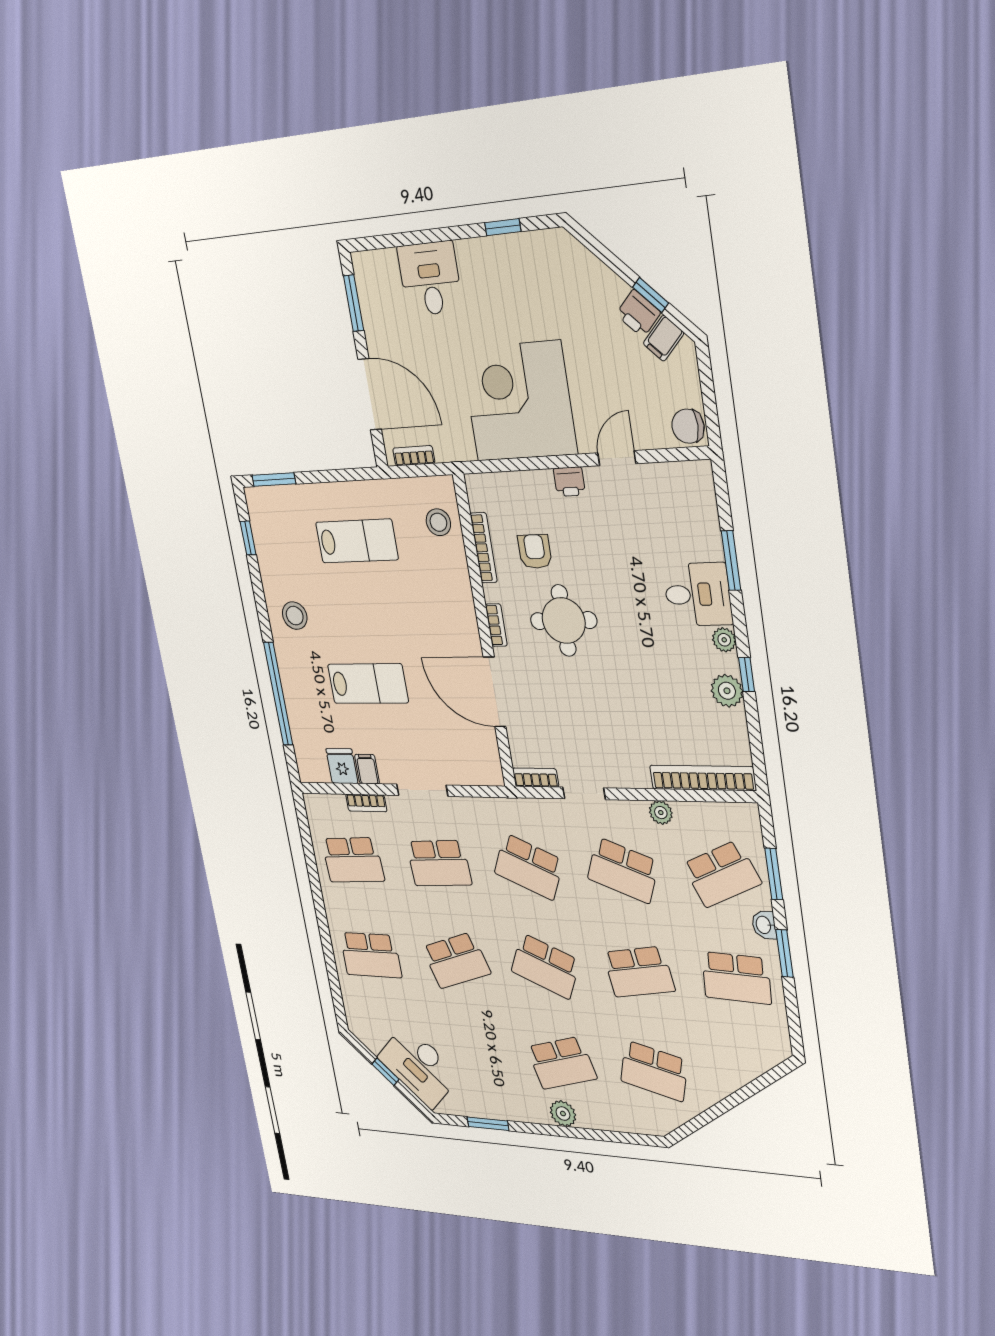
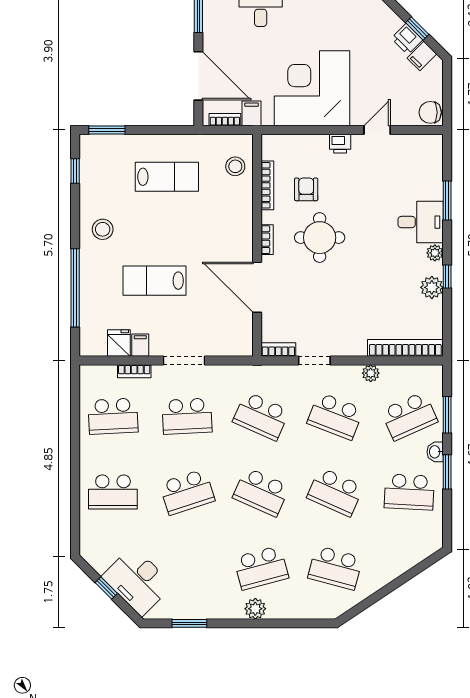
filing cabinet: (446, 444) -> (252, 113), added
lab bench: (368, 684) -> (154, 281), turned 180
school desk: (639, 972) -> (335, 492), turned 33

